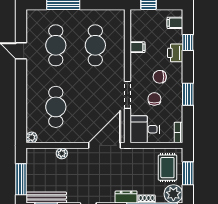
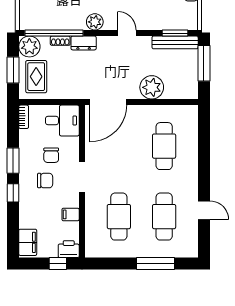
filing cabinet: (175, 23) -> (28, 242), width x2.00
window: (188, 43) -> (13, 193), moved
printer: (175, 53) -> (69, 249), moved, turned -90
doorway: (127, 95) -> (82, 177), moved
plant: (32, 137) -> (192, 111), removed
plant: (62, 153) -> (152, 87), width x1.87, depth x1.87

